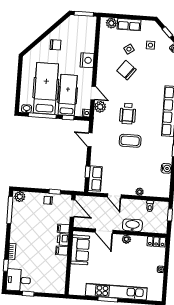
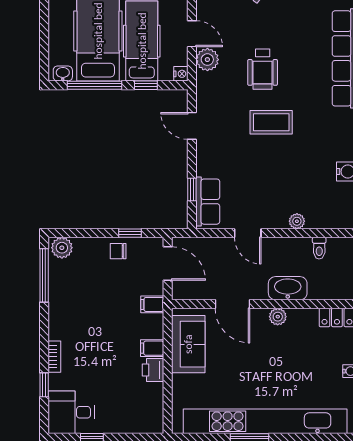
printer: (63, 240) -> (153, 370), moved
kitchen unit: (116, 292) -> (265, 421), width x1.36

